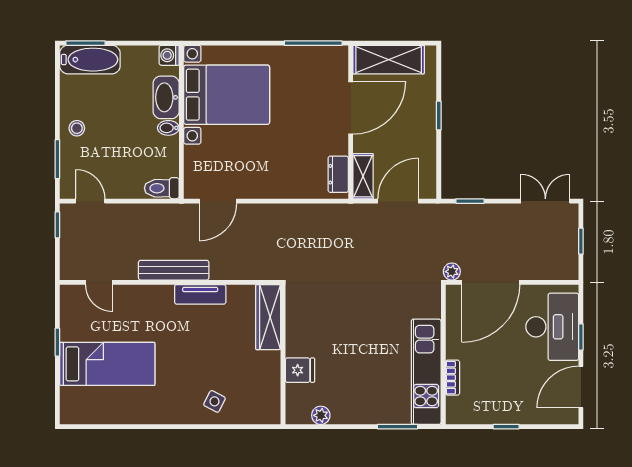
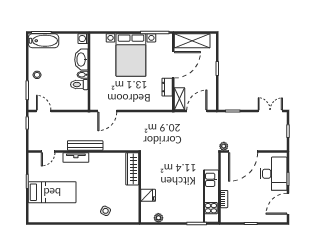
bed with nightstands: (227, 95) -> (131, 55), moved, turned 90
dresser: (338, 174) -> (167, 87), moved
toilet: (162, 188) -> (79, 85), moved
door: (99, 282) -> (48, 152), hinge flipped
tv unit: (200, 294) -> (76, 158), moved

